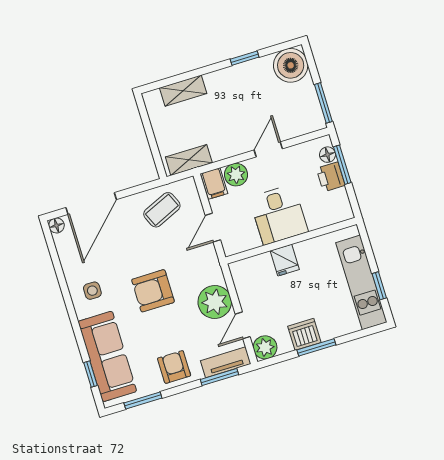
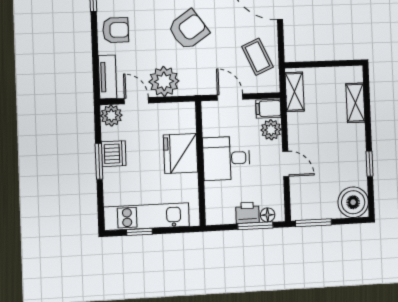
fridge: (285, 260) -> (181, 153), width x1.88, depth x1.34
armchair: (153, 291) -> (188, 30), turned 55
window: (219, 377) -> (96, 68), removed

